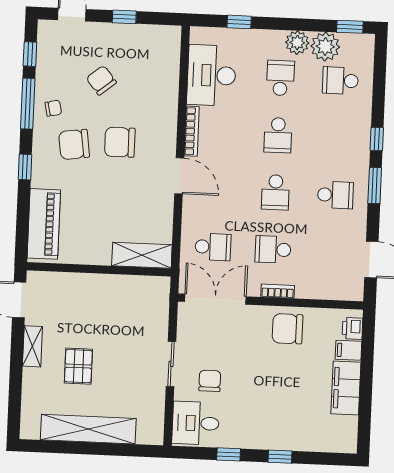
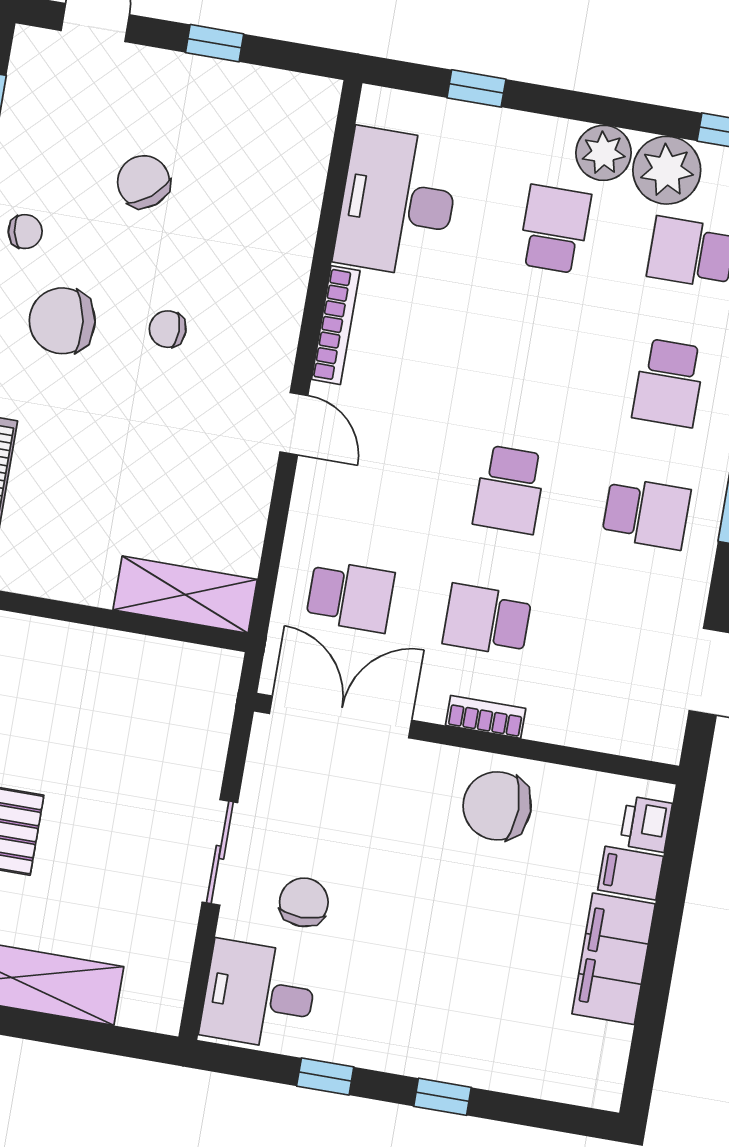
school desk: (278, 135) -> (669, 383), moved
chair: (120, 142) -> (168, 329), width x0.54, depth x0.54
door: (179, 176) -> (294, 424), width x0.73

